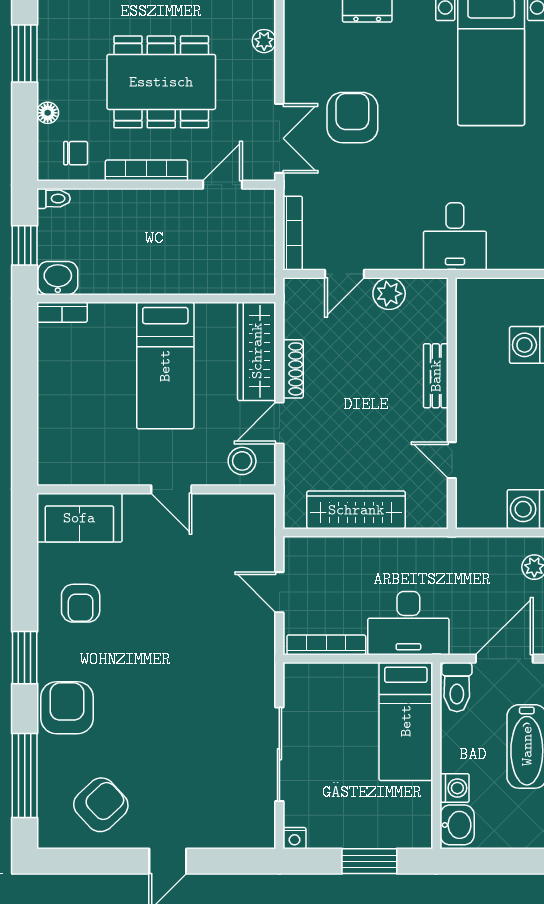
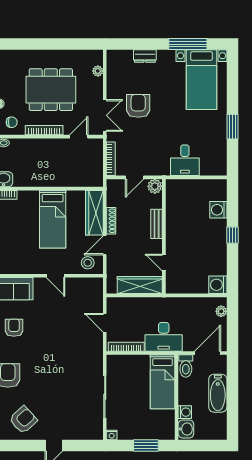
bench: (436, 376) -> (157, 224), moved
wall: (452, 403) -> (164, 236), moved
door: (452, 460) -> (164, 262), moved
armchair: (81, 603) -> (14, 328), turned 180

